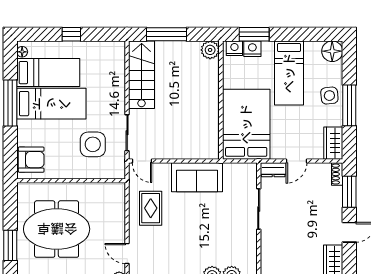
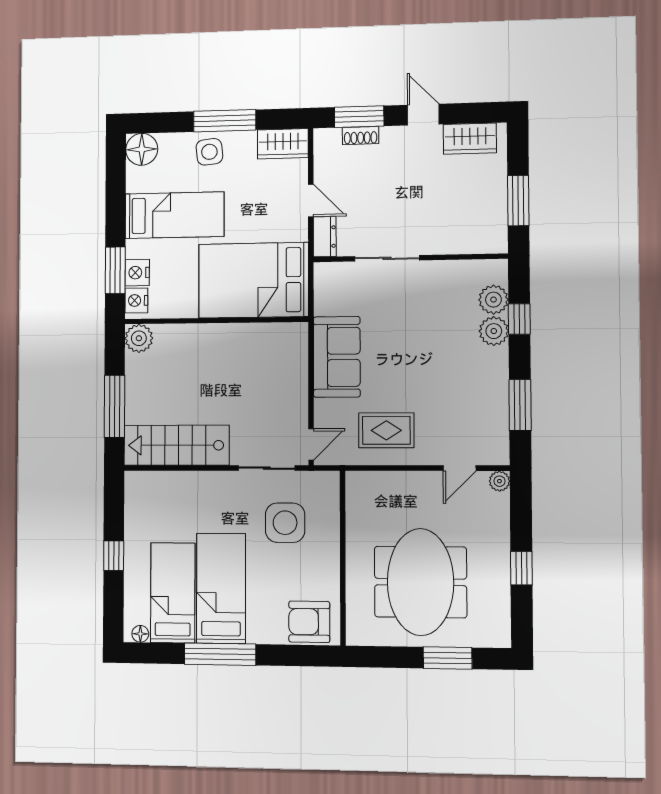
armchair: (31, 160) -> (309, 622), turned -90
shoe rack: (337, 174) -> (361, 136), moved

